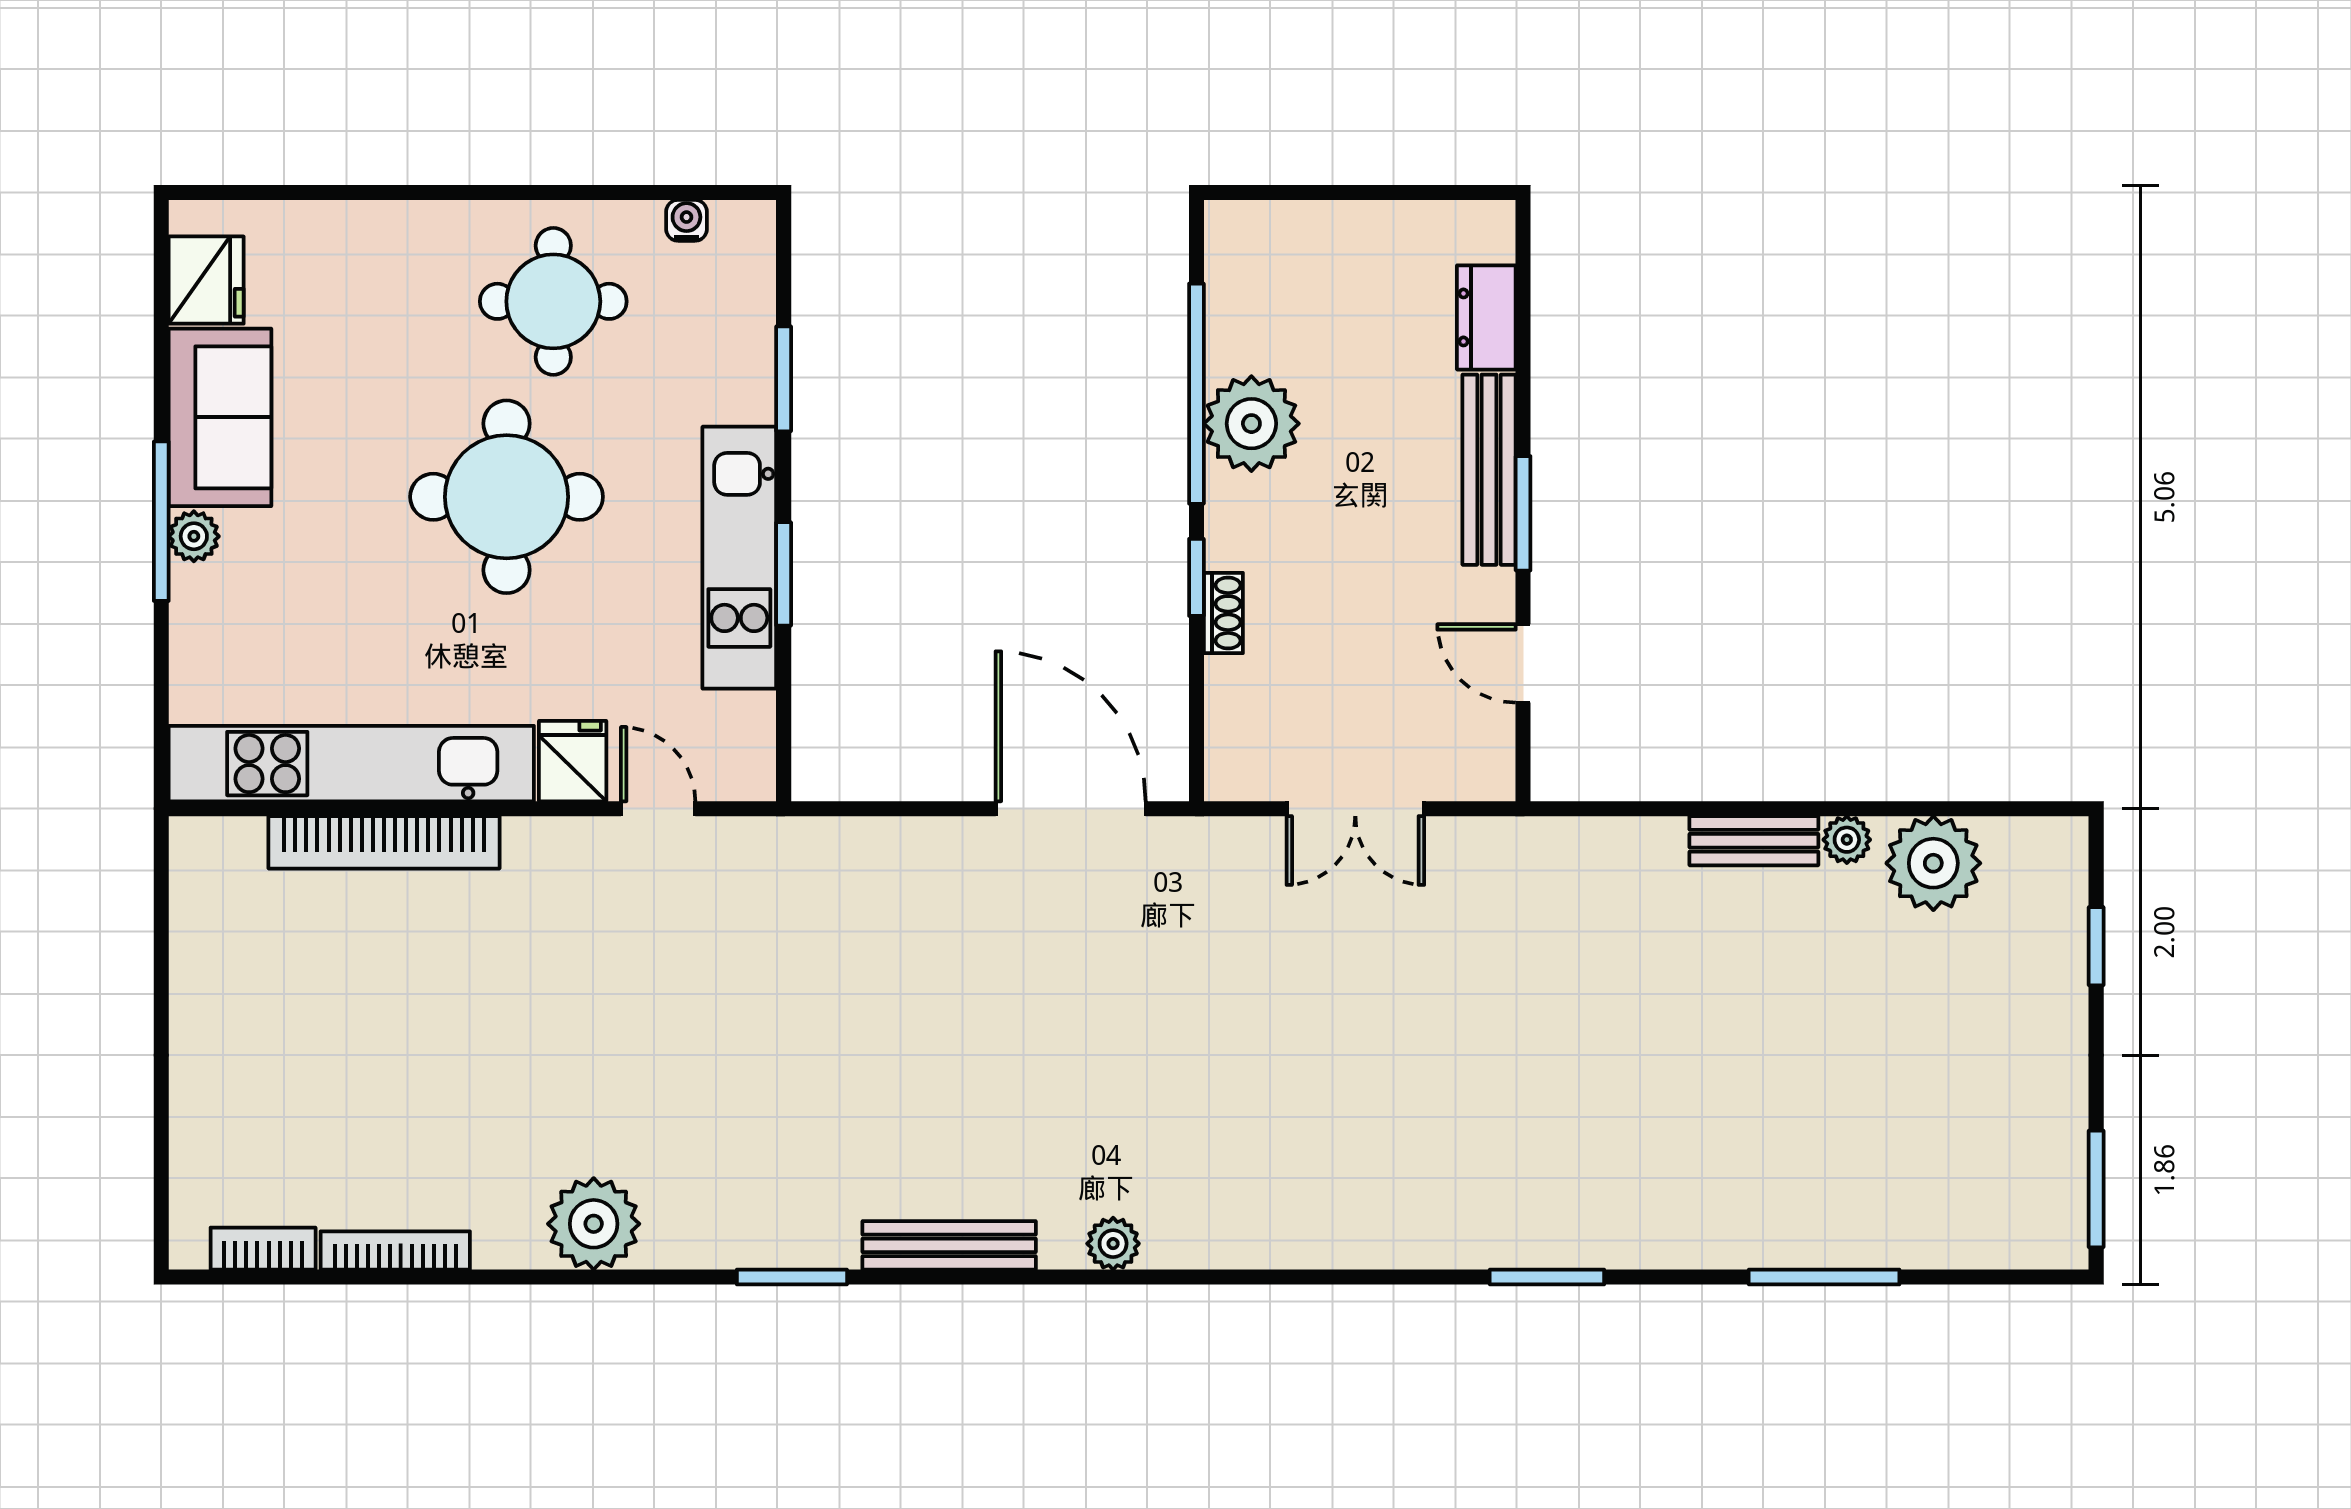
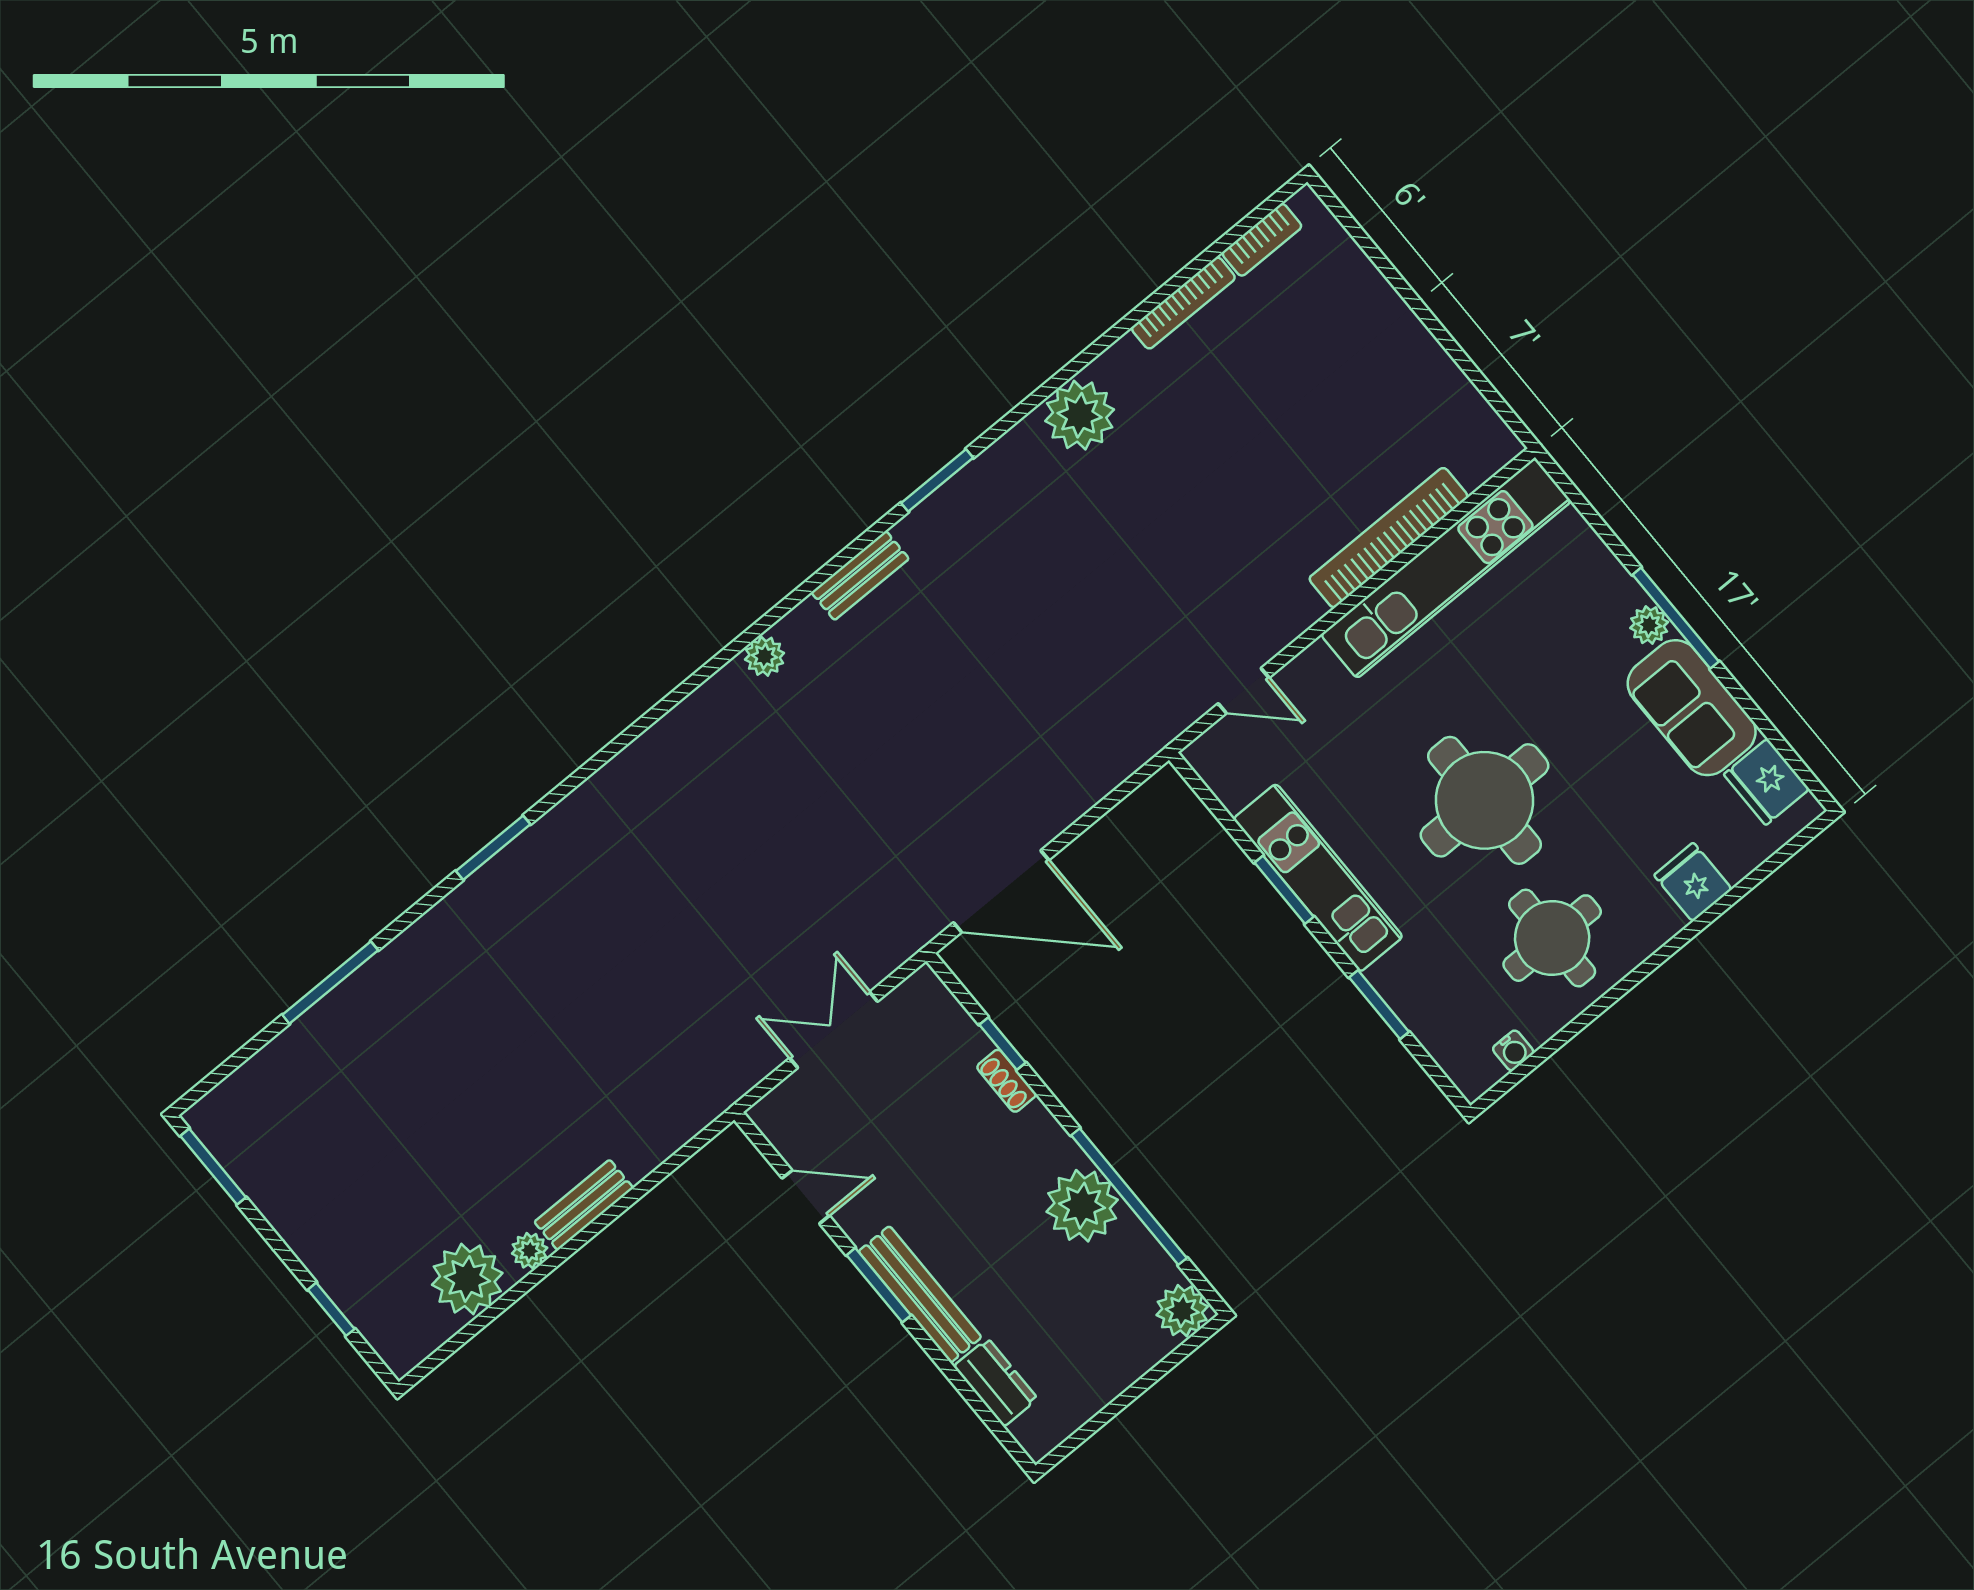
plant: (1238, 234) -> (1182, 1311), added
window: (1196, 577) -> (1002, 1044), moved
fridge: (573, 761) -> (1693, 882), moved, turned 180
bench: (949, 1245) -> (860, 576), width x0.73

